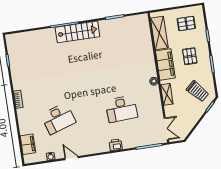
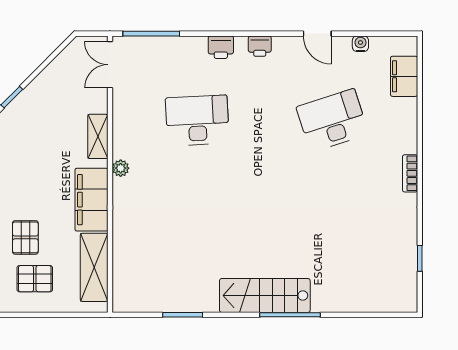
pallet: (190, 56) -> (25, 237), moved
trolley: (198, 91) -> (32, 133), removed
printer: (97, 148) -> (260, 46), added

